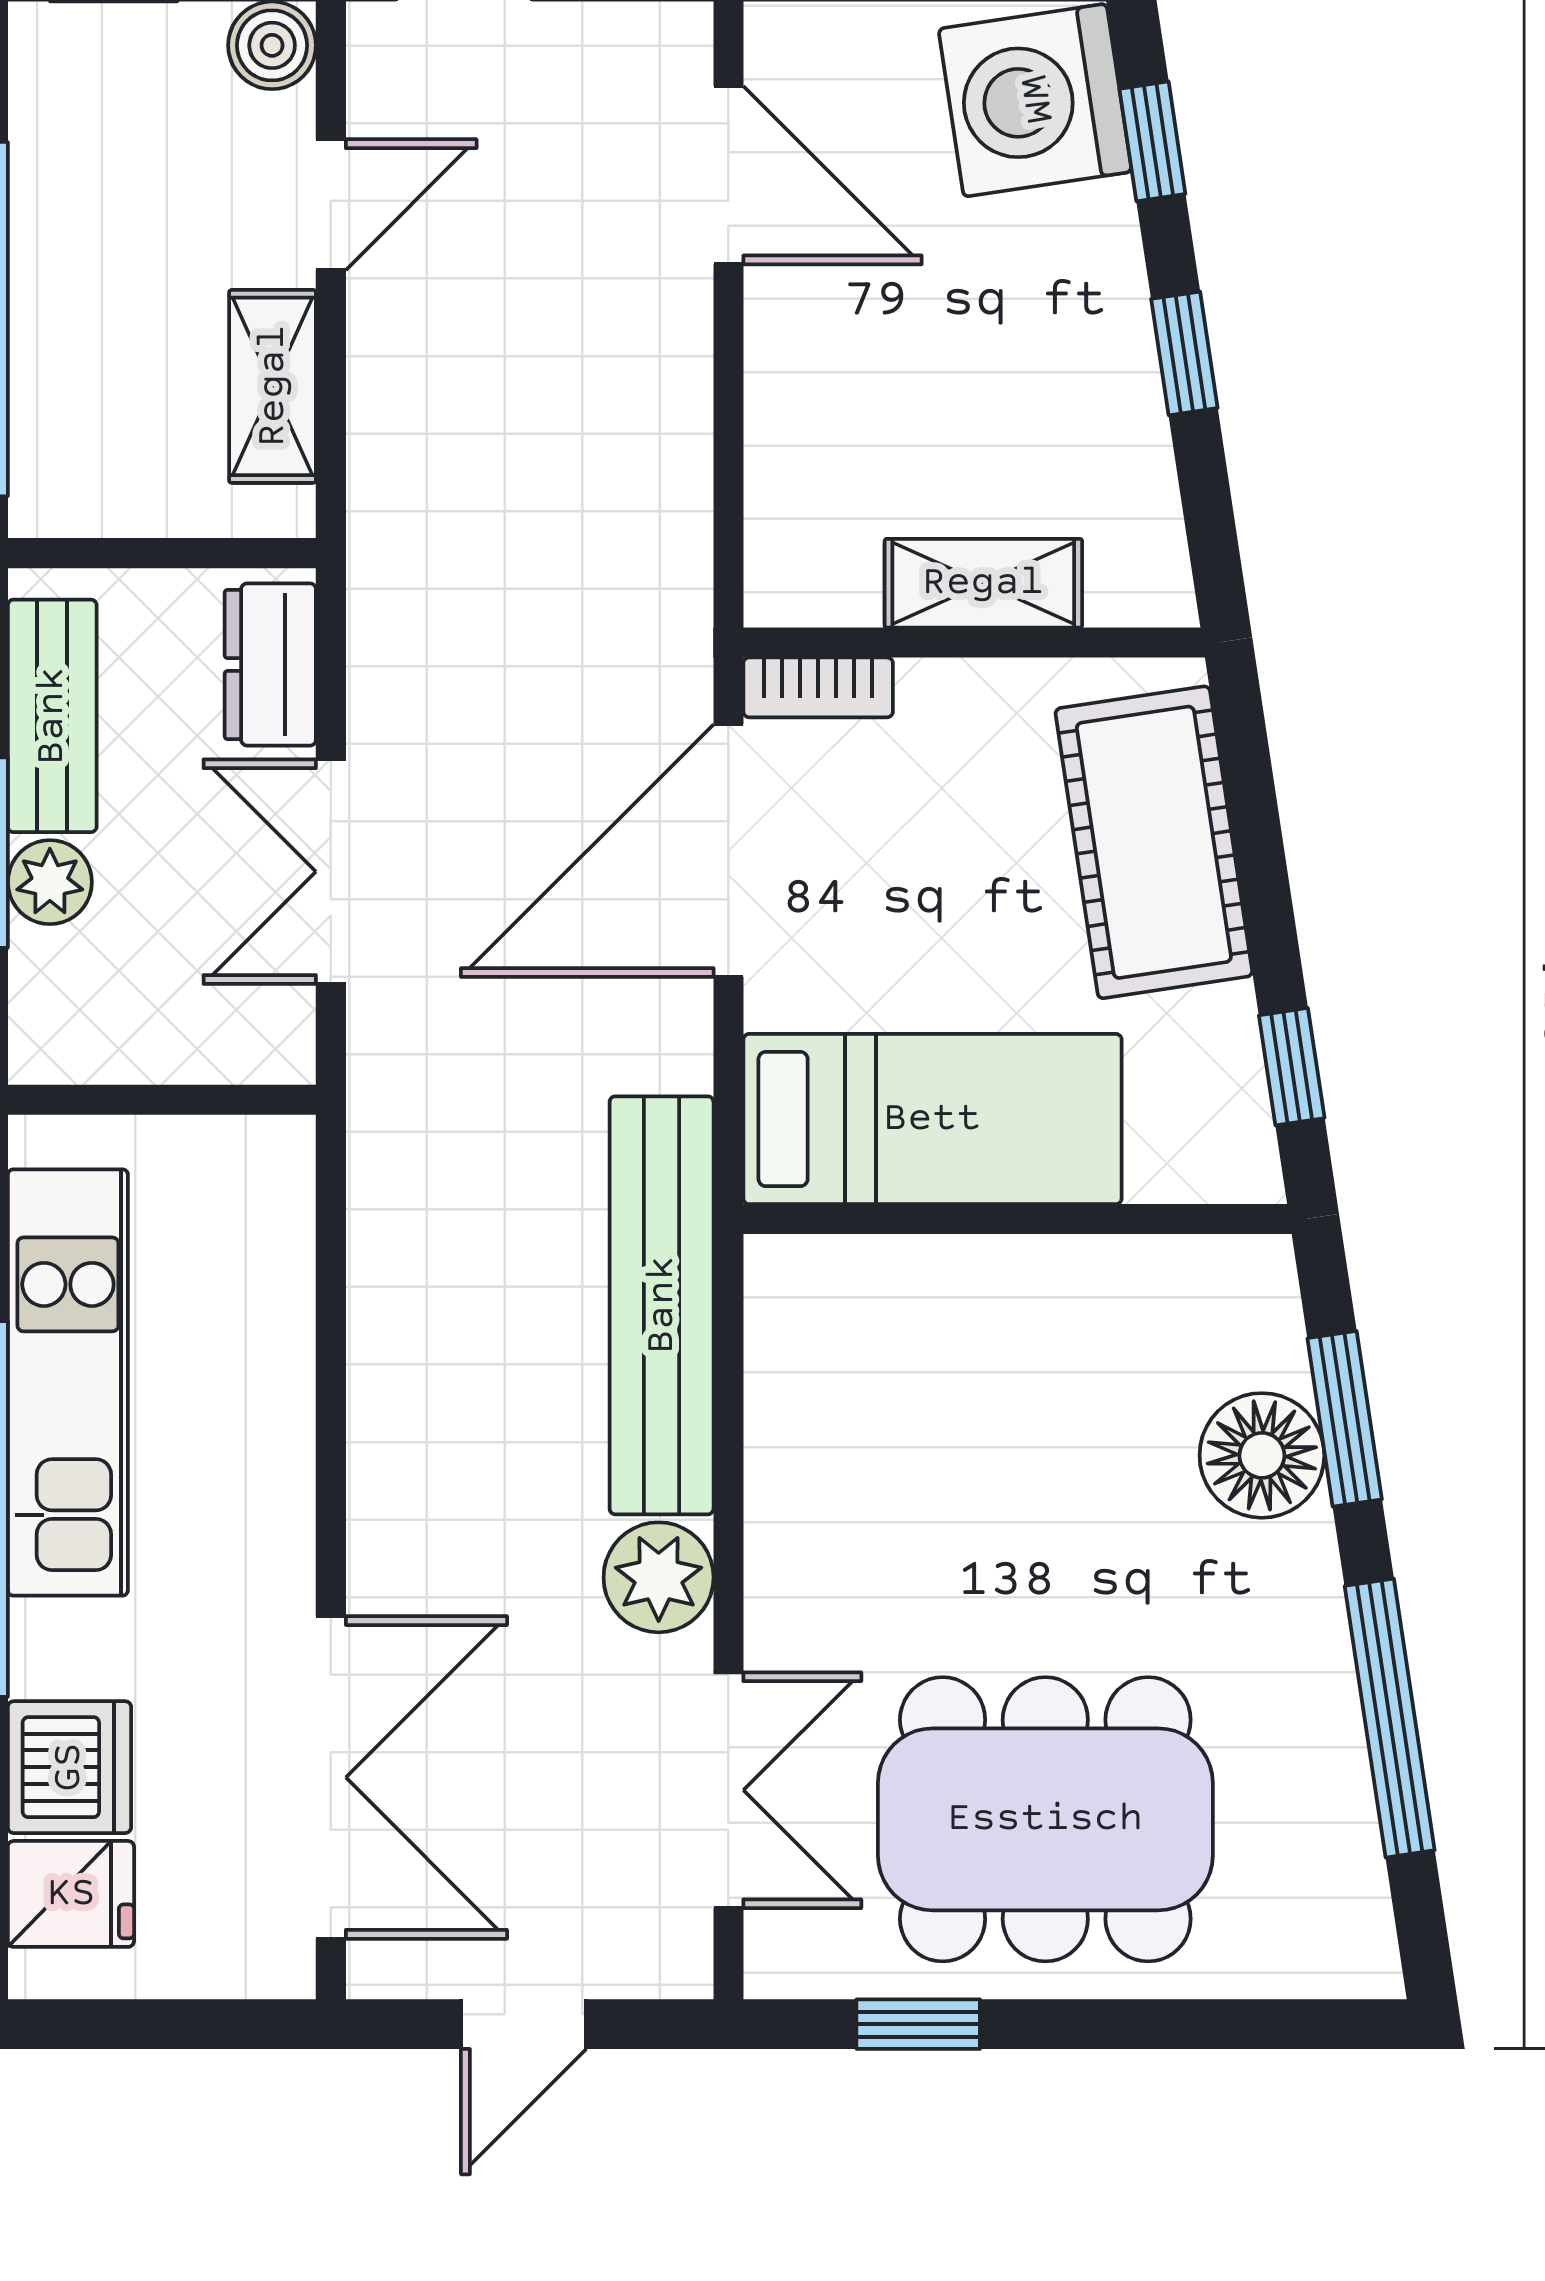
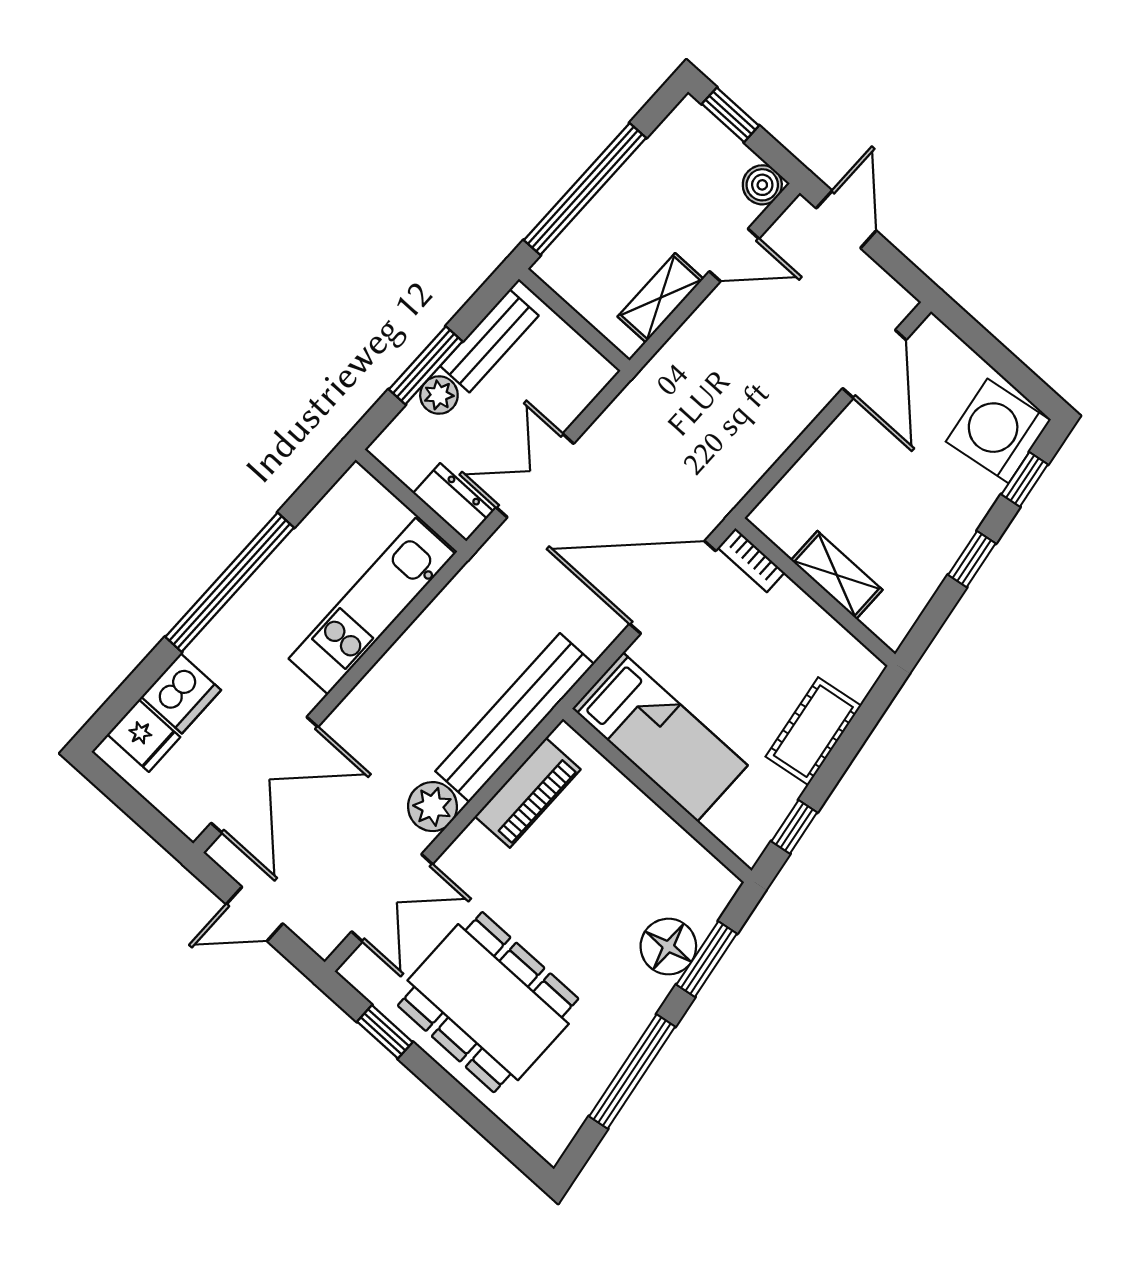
dresser: (270, 665) -> (453, 502), moved, turned 90
cot: (1154, 842) -> (813, 731), width x0.73, depth x0.75
kitchen unit: (68, 1382) -> (372, 606), moved, turned 180
piano: (796, 1411) -> (528, 793), added

